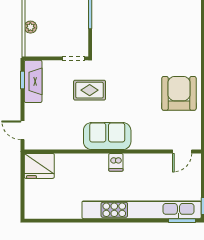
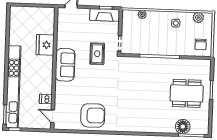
dishwasher: (116, 162) -> (46, 99), moved
fridge: (39, 166) -> (45, 45), moved

